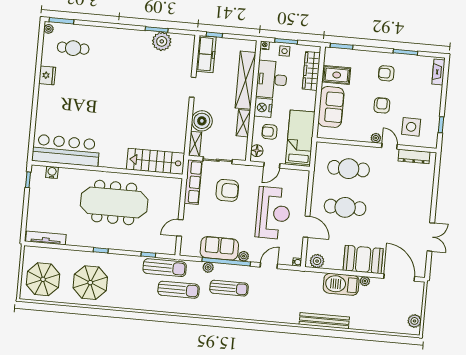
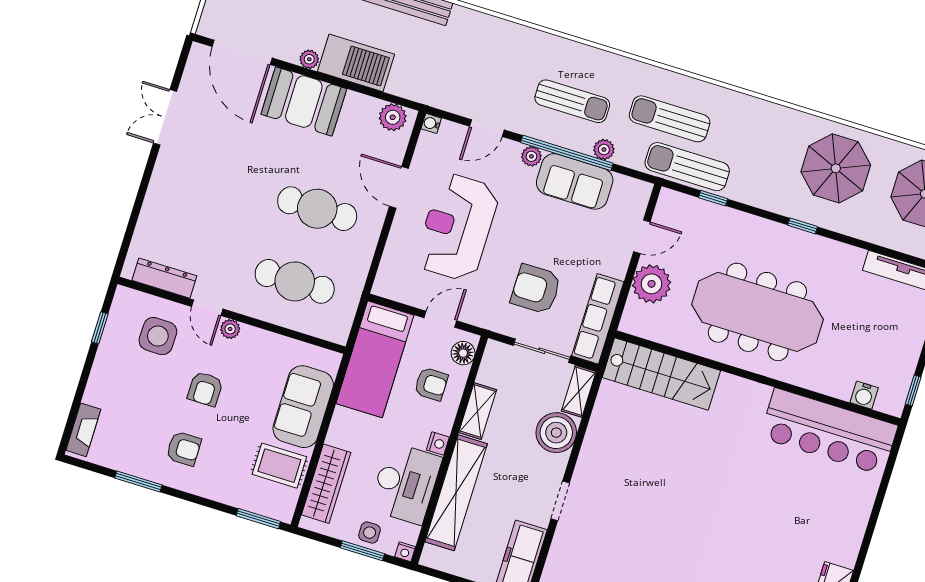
nightstand: (263, 108) -> (438, 443), width x0.53, depth x0.56
plant: (170, 205) -> (651, 284), added
sun lounger: (229, 288) -> (572, 101), turned 180

